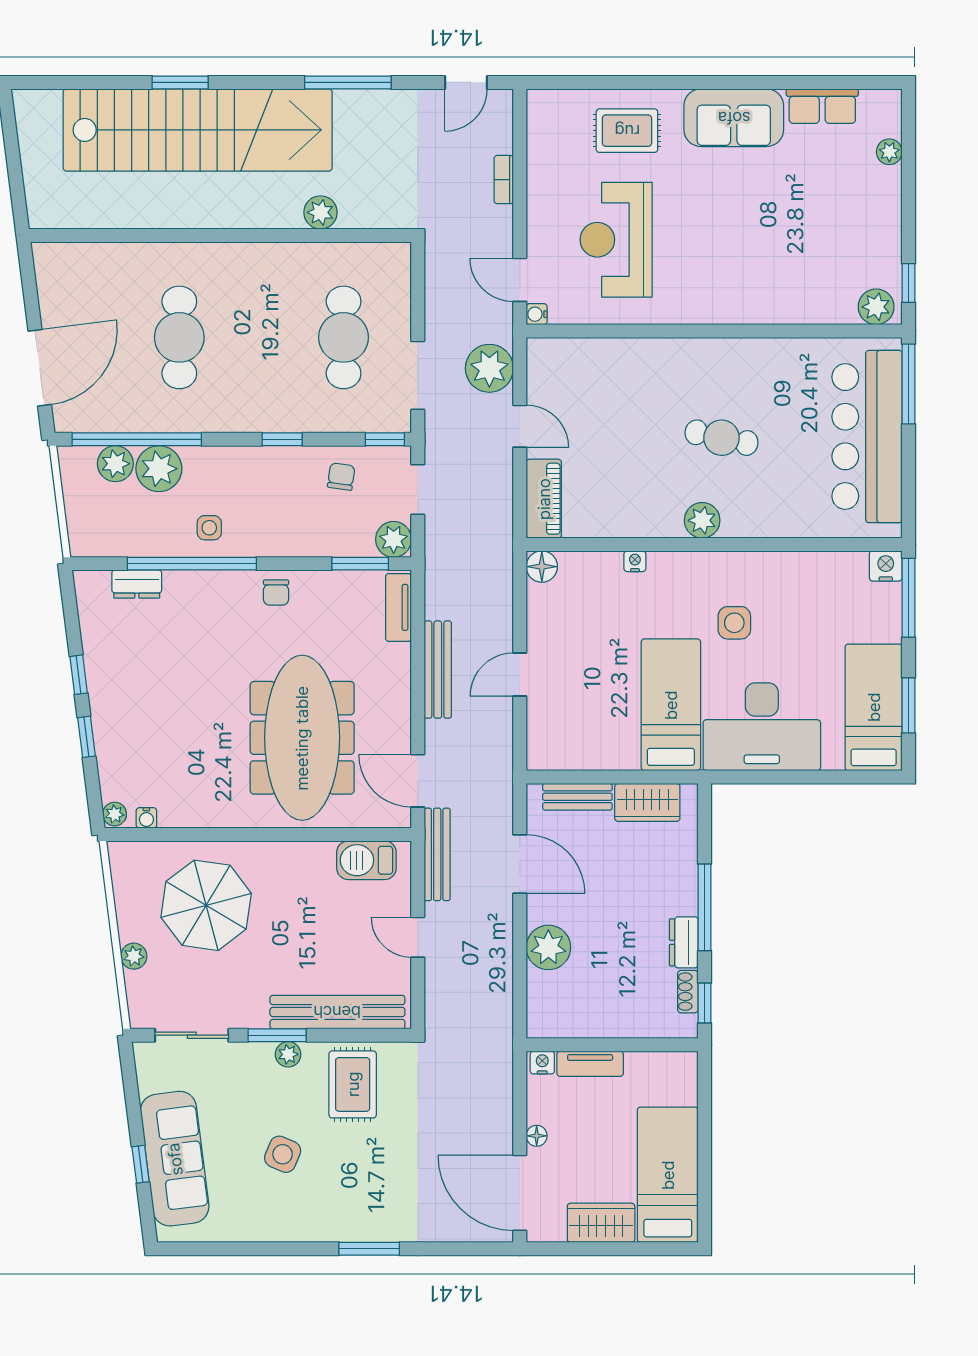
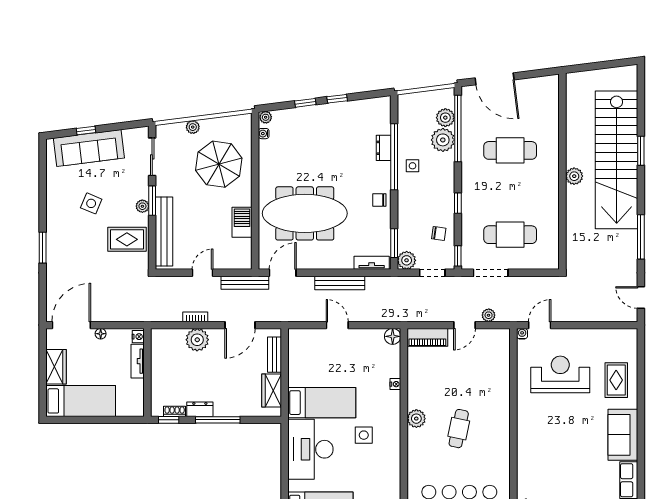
bookcase: (504, 180) -> (195, 317), moved
plant: (321, 212) -> (574, 176), moved
plant: (489, 368) -> (489, 315), width x0.53, depth x0.53
dresser: (137, 584) -> (384, 148), moved
barbecue: (366, 860) -> (242, 222), moved

